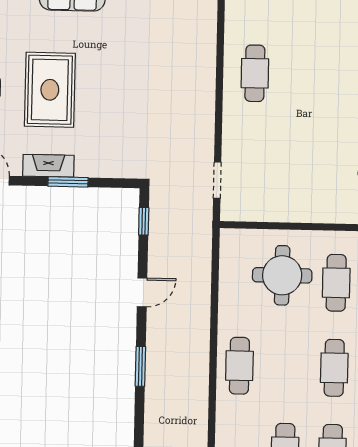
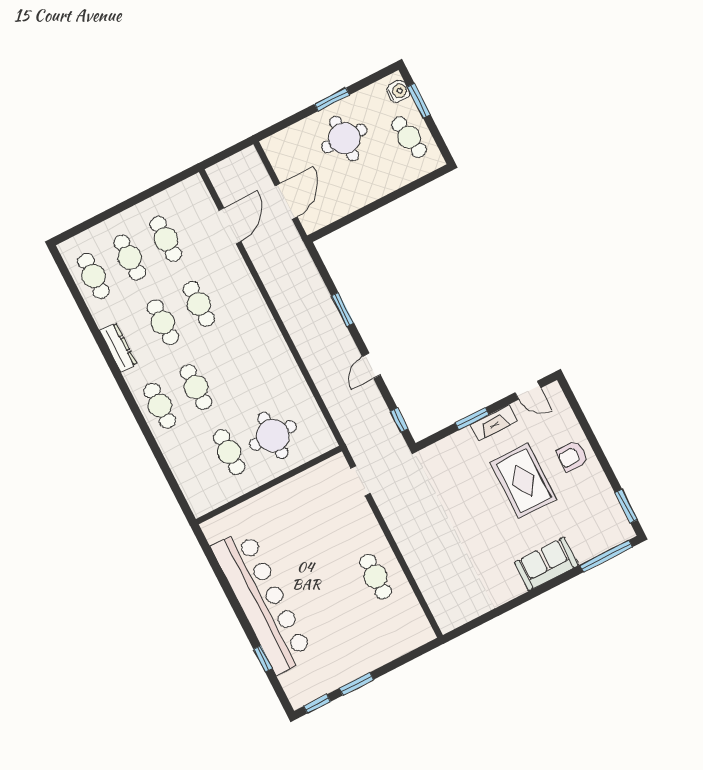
cafe table: (239, 366) -> (268, 350), removed

